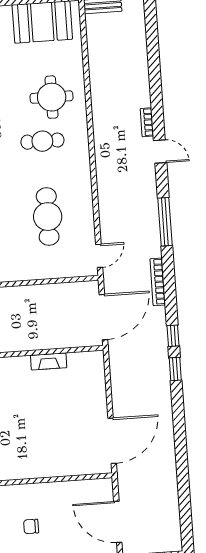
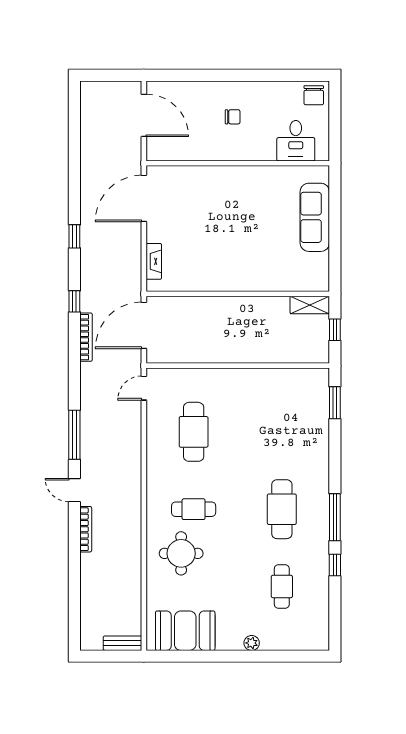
bookcase: (147, 122) -> (86, 529), width x1.56
window: (165, 222) -> (74, 435), moved
bookcase: (158, 282) -> (86, 337), moved
fireplace: (49, 361) -> (154, 261), moved, turned 90
window: (175, 369) -> (74, 236), moved

